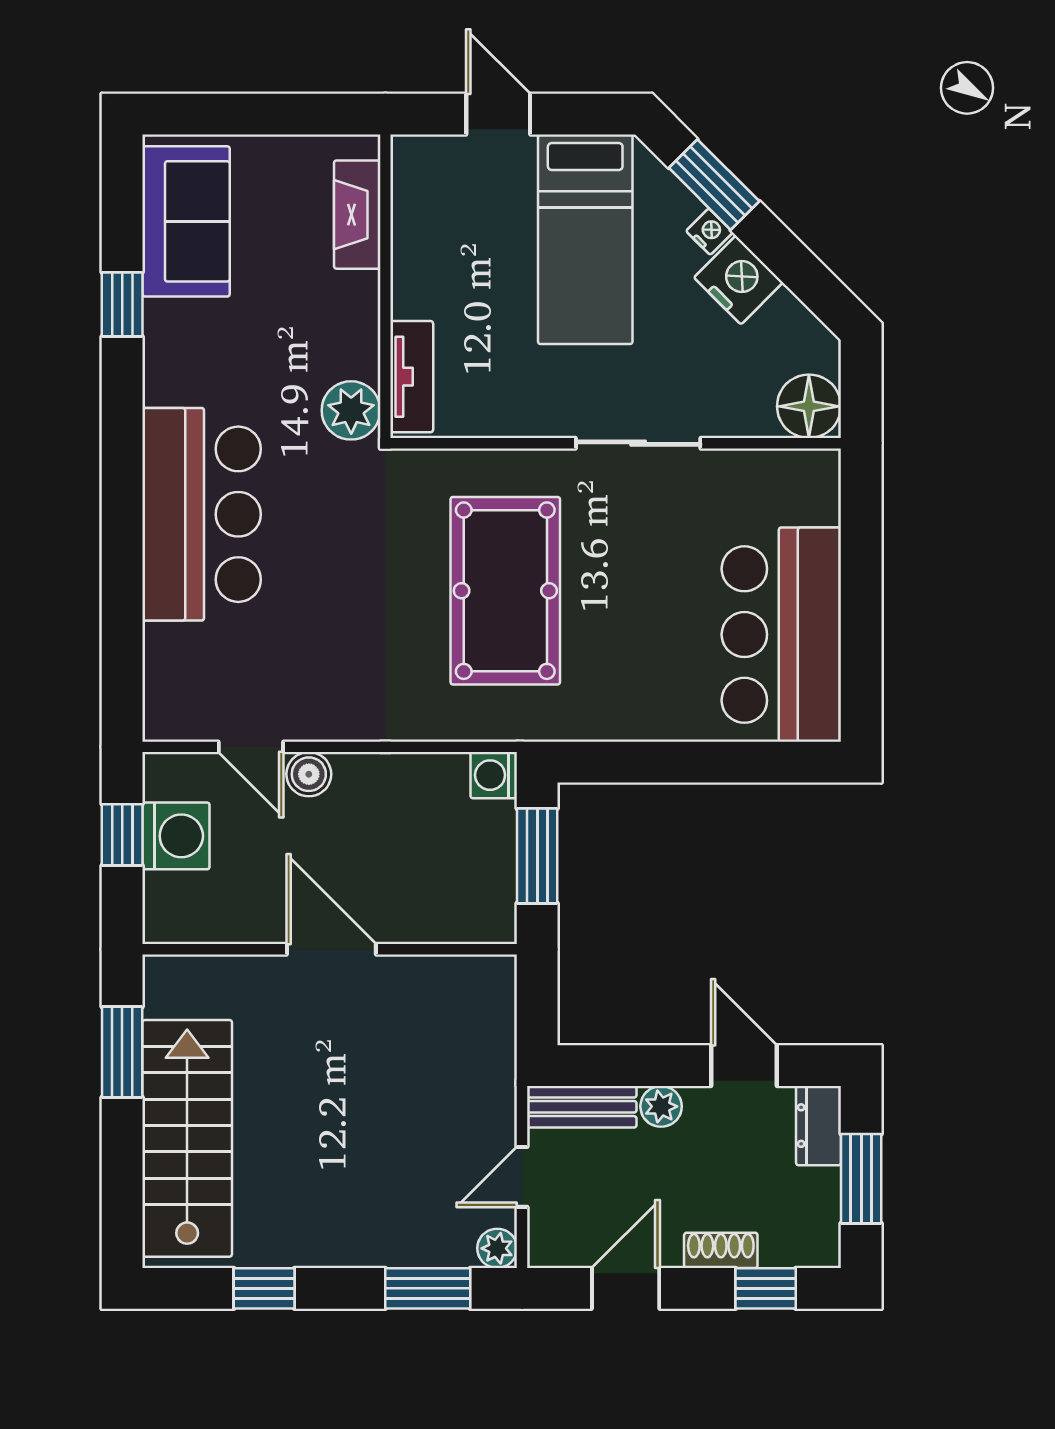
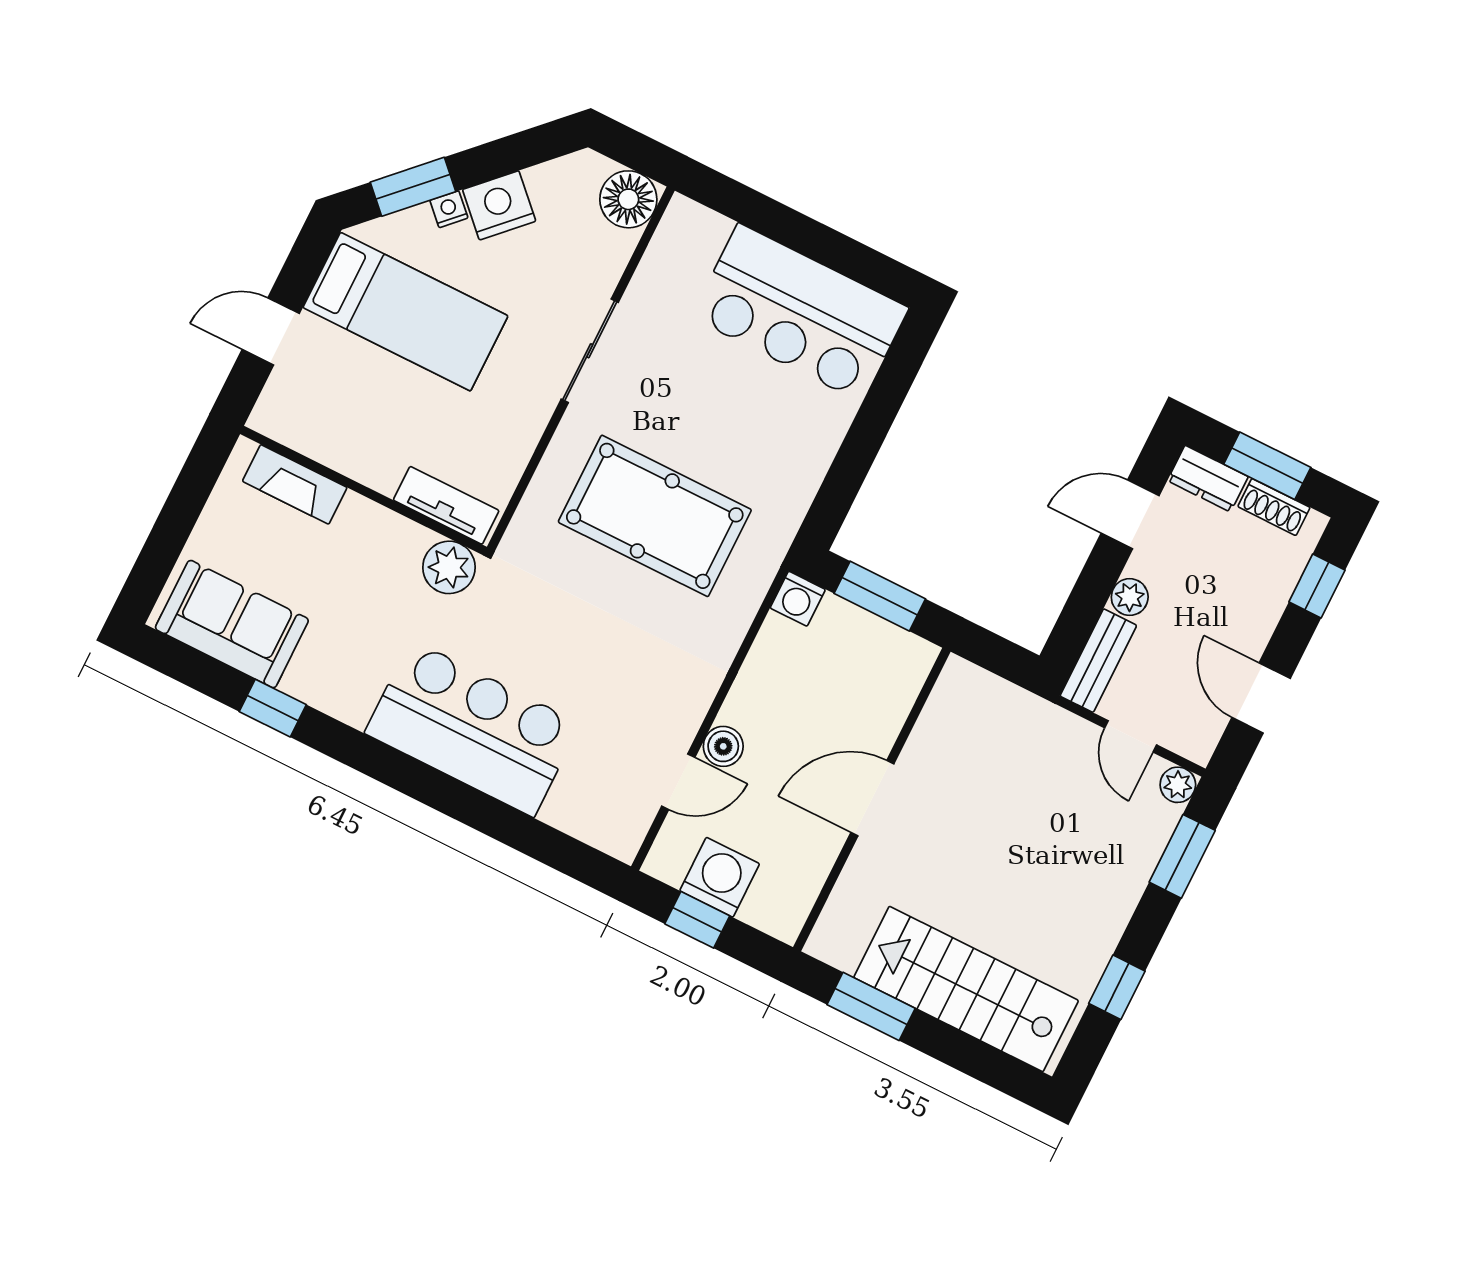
shoe rack: (721, 1250) -> (1274, 507), moved, turned -90

